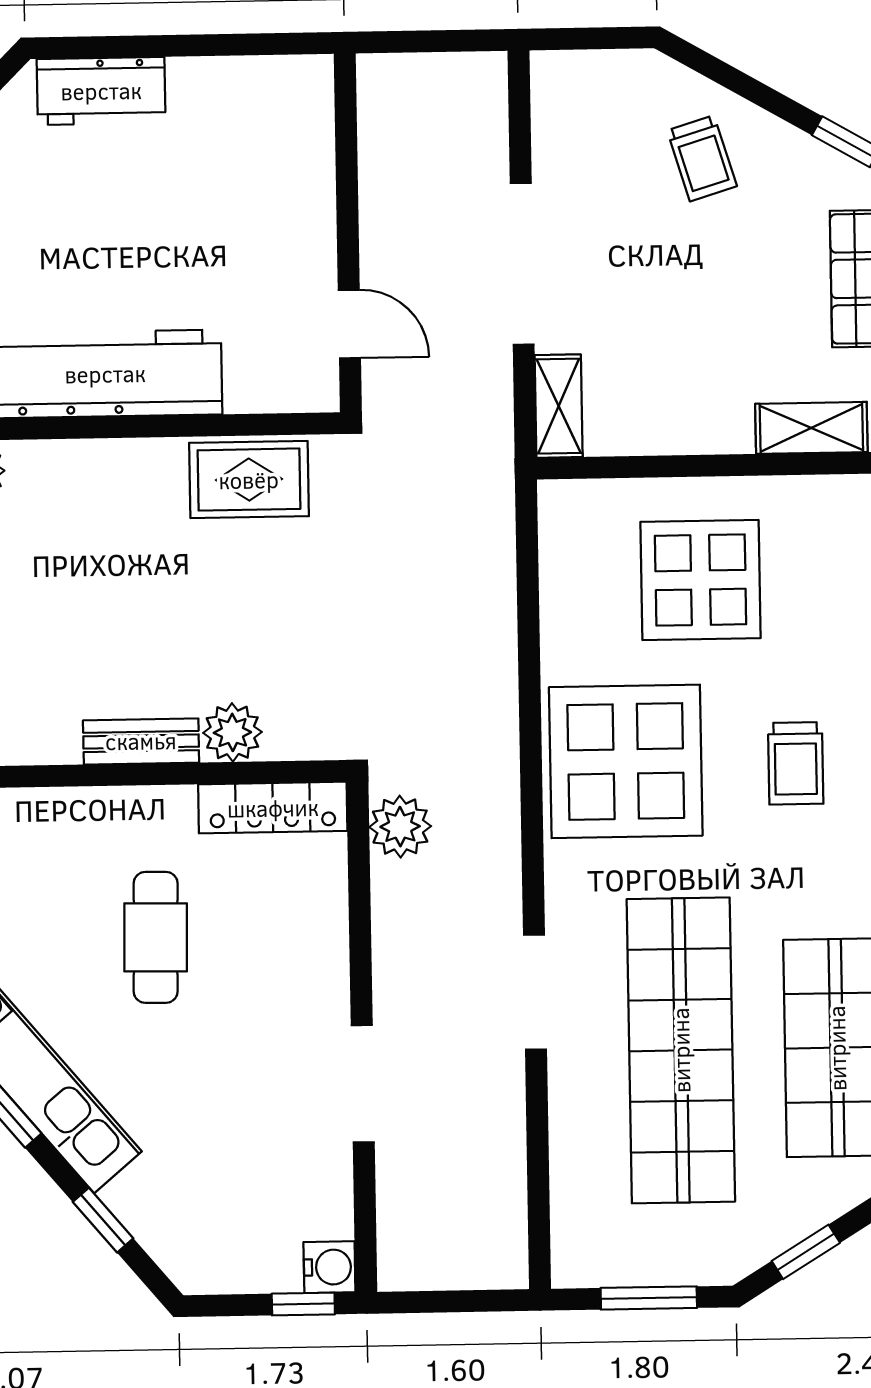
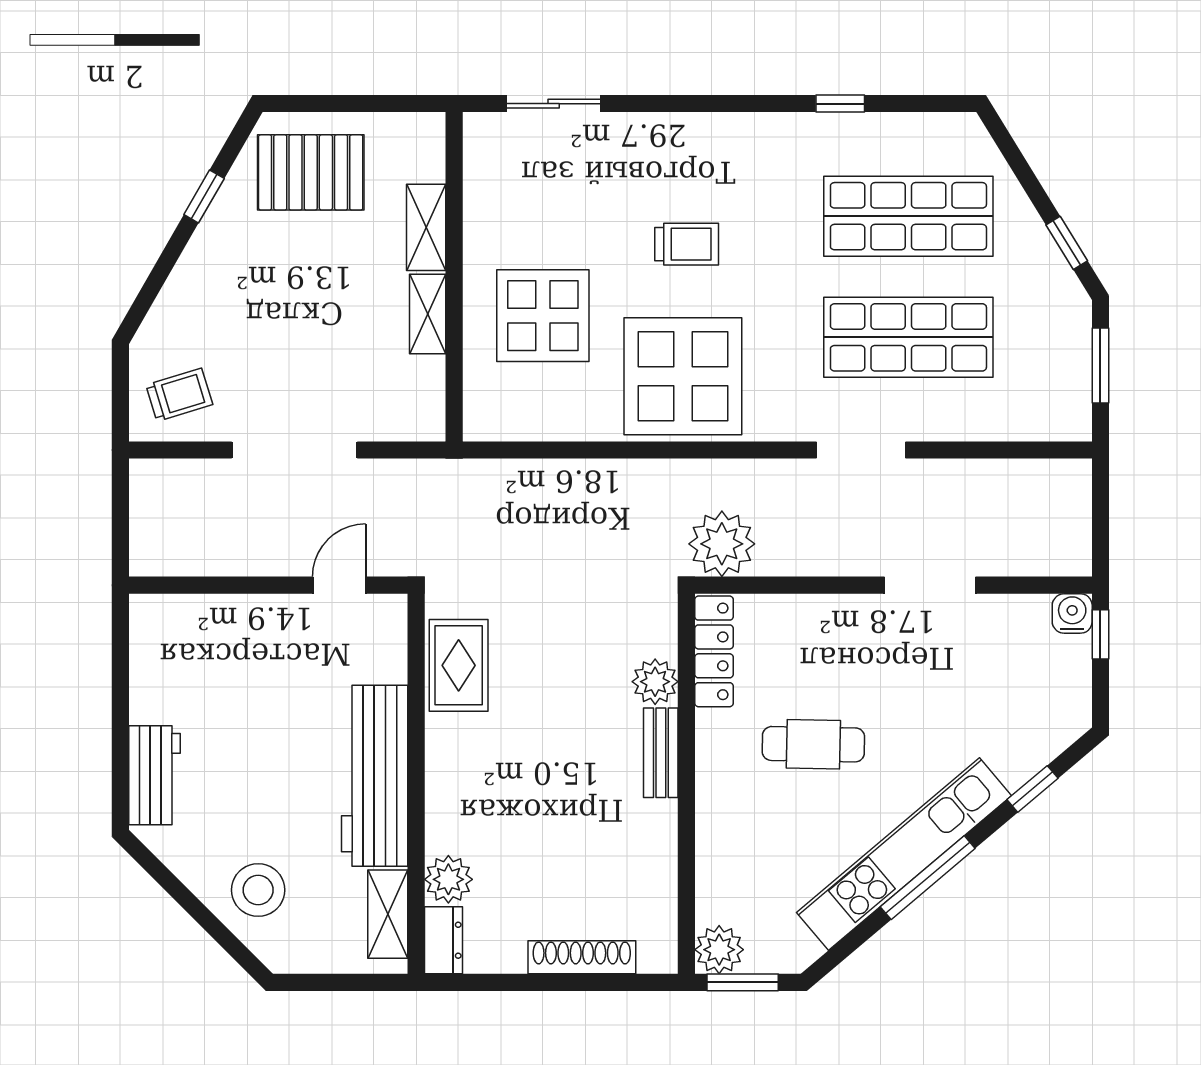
trolley: (702, 158) -> (179, 395), moved
shelving: (559, 406) -> (428, 314), moved, turned 90
plant: (400, 827) -> (722, 544), width x1.36, depth x1.36
shop shelf: (681, 1050) -> (908, 337), width x0.71

